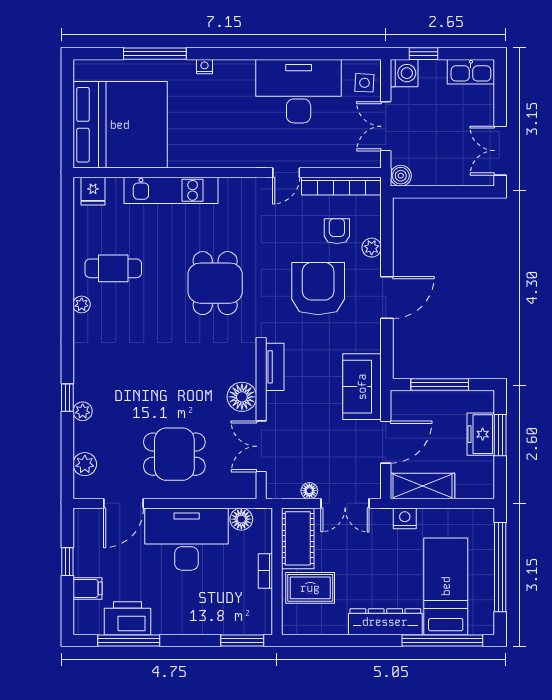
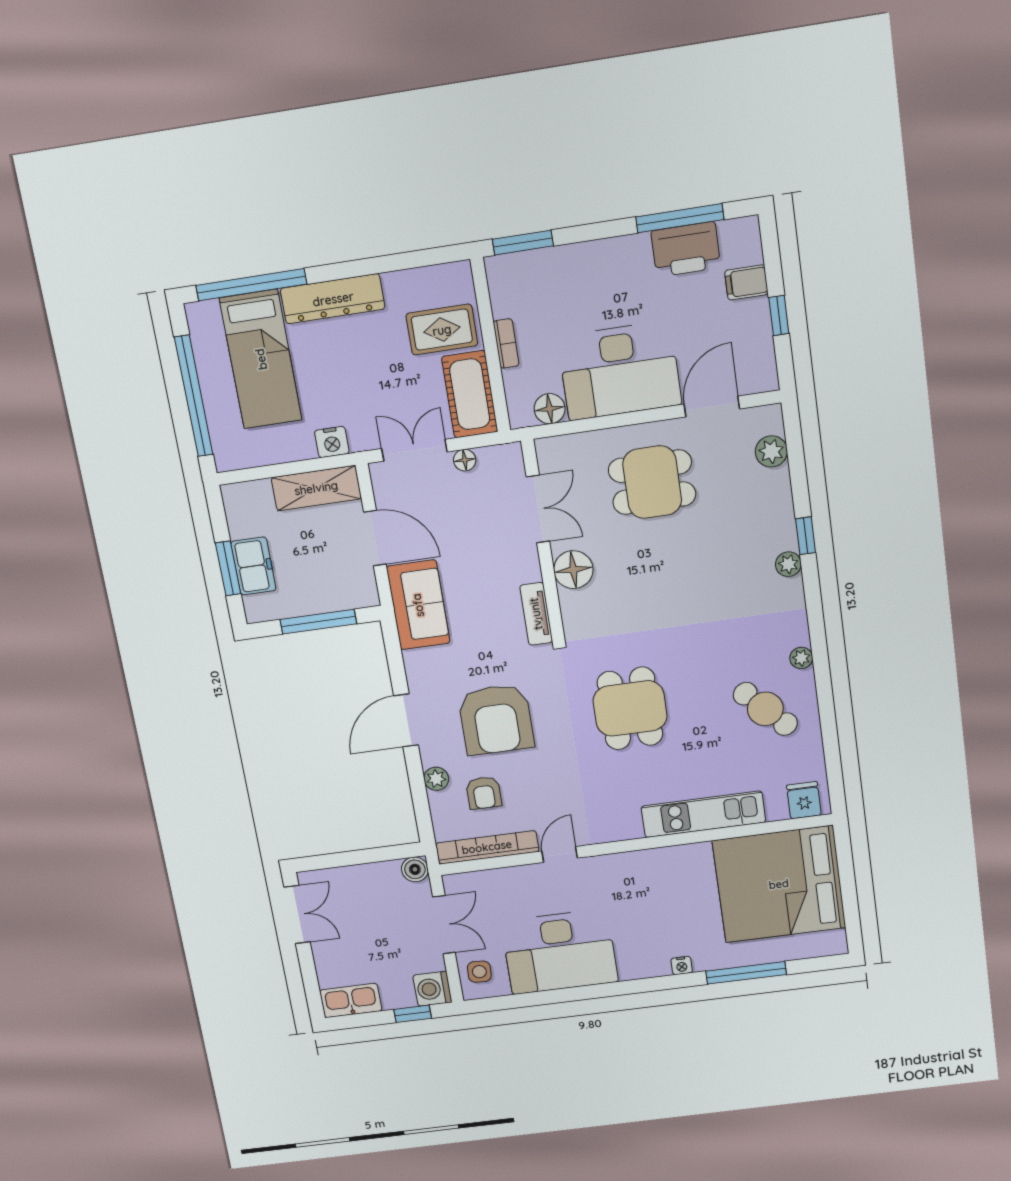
cafe table: (113, 268) -> (765, 709), turned 46
plant: (83, 411) -> (788, 564), moved
door: (386, 442) -> (375, 538), swing flipped

